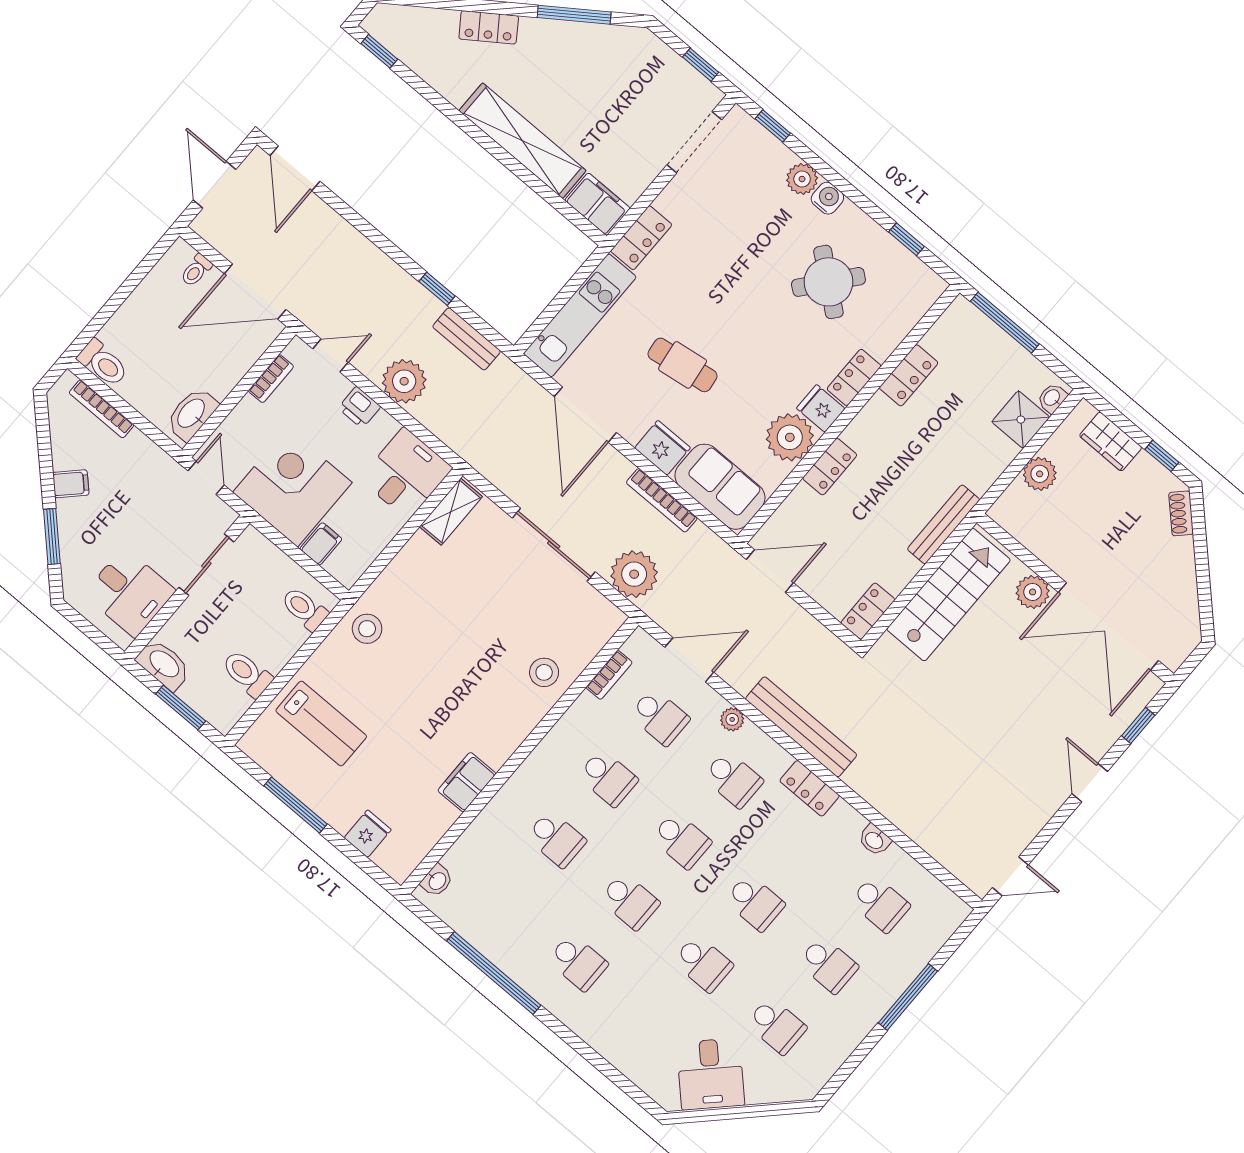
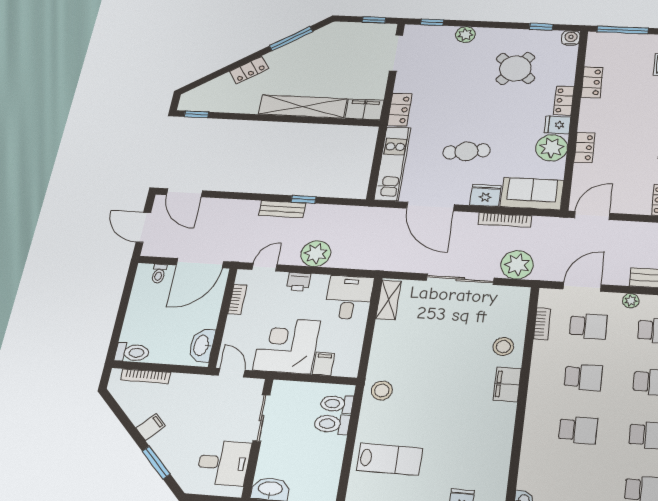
water cooler: (827, 198) -> (571, 38), moved
bench: (467, 339) -> (282, 209), moved
toilet: (247, 674) -> (332, 424), moved
filing cabinet: (467, 782) -> (507, 384), moved

